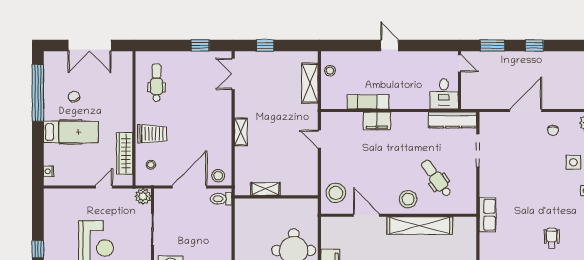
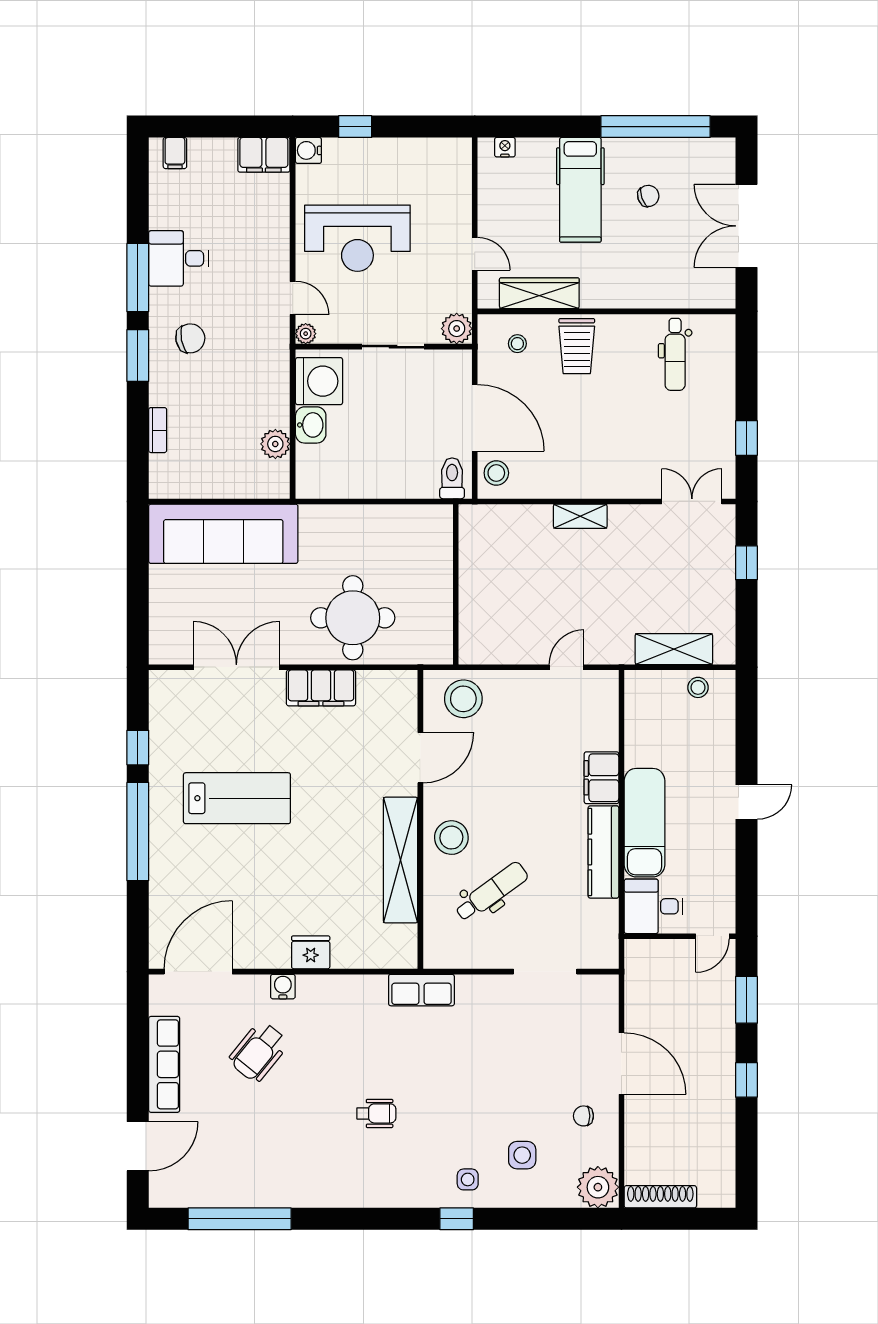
dental chair: (156, 83) -> (675, 354), turned 90
exam couch: (368, 102) -> (644, 823), moved, width x1.36, depth x1.45
kitchen counter: (452, 120) -> (603, 852), moved
shelving: (265, 189) -> (471, 563), removed

